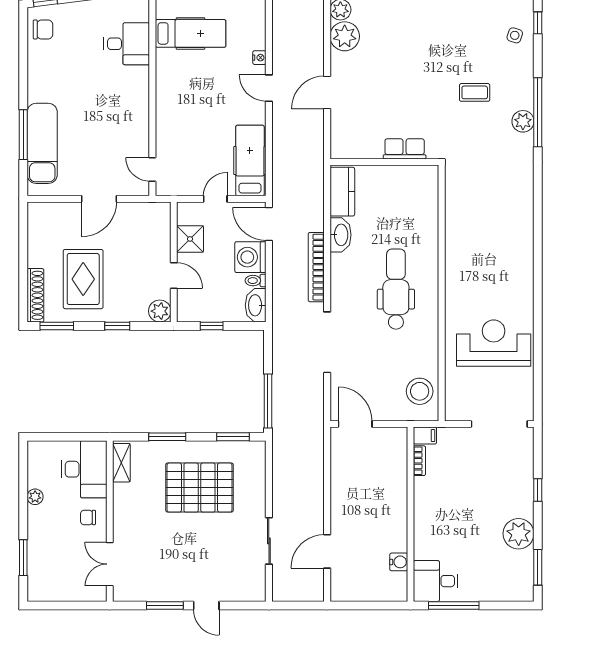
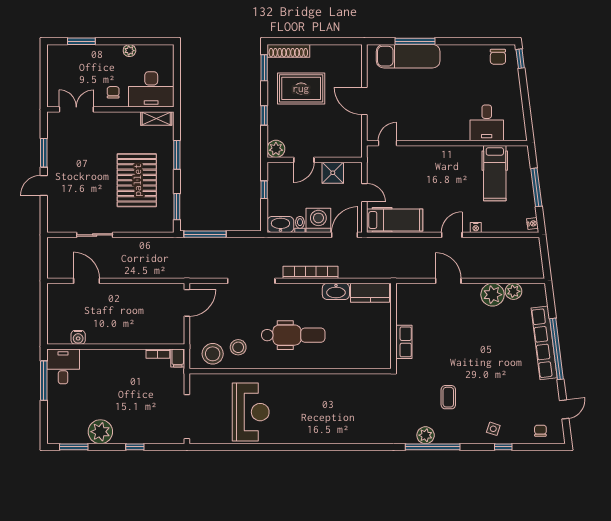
stool: (411, 359) -> (238, 347), added

